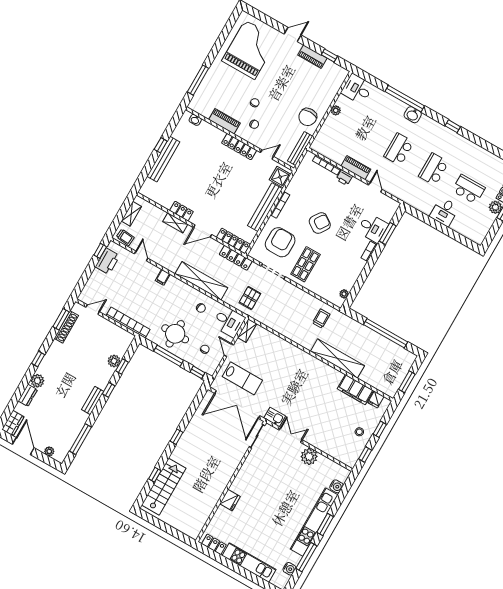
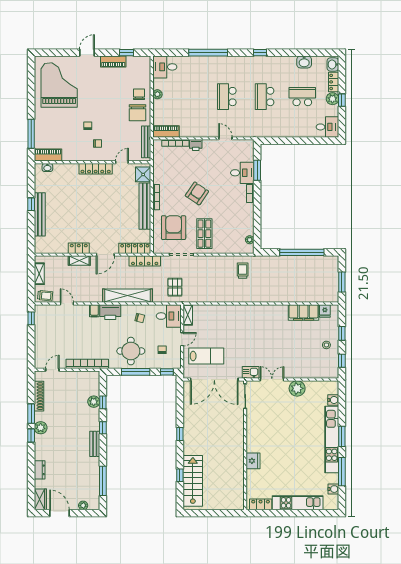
chair: (319, 101) -> (139, 94), added
washbasin: (413, 115) -> (304, 62), moved
piano: (224, 121) -> (48, 155), moved
piano: (356, 168) -> (166, 131), moved
desk: (444, 212) -> (327, 127), moved, turned -90
printer: (107, 261) -> (110, 312), moved, turned 90
window: (61, 319) -> (31, 414), moved
door: (229, 350) -> (182, 339), swing flipped
shelving: (337, 359) -> (274, 295), removed
plant: (37, 381) -> (41, 428), moved

